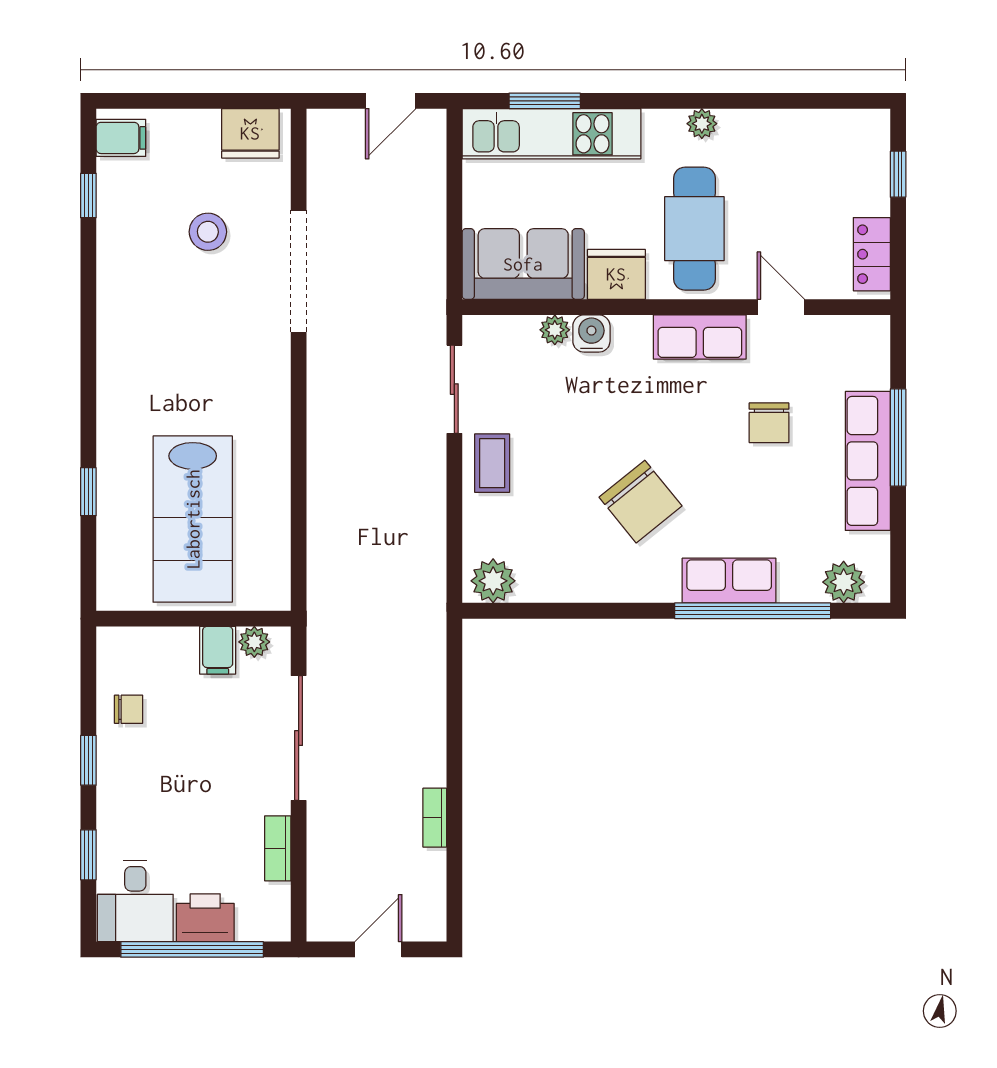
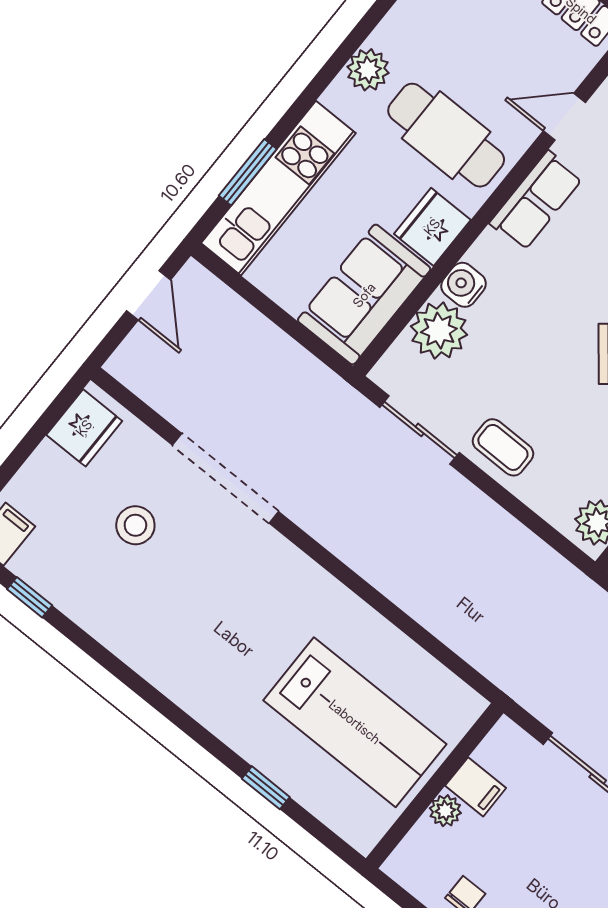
plant: (702, 124) -> (368, 70), width x1.38, depth x1.38
plant: (555, 330) -> (439, 331), width x1.87, depth x1.87
plant: (254, 642) -> (445, 811), moved

